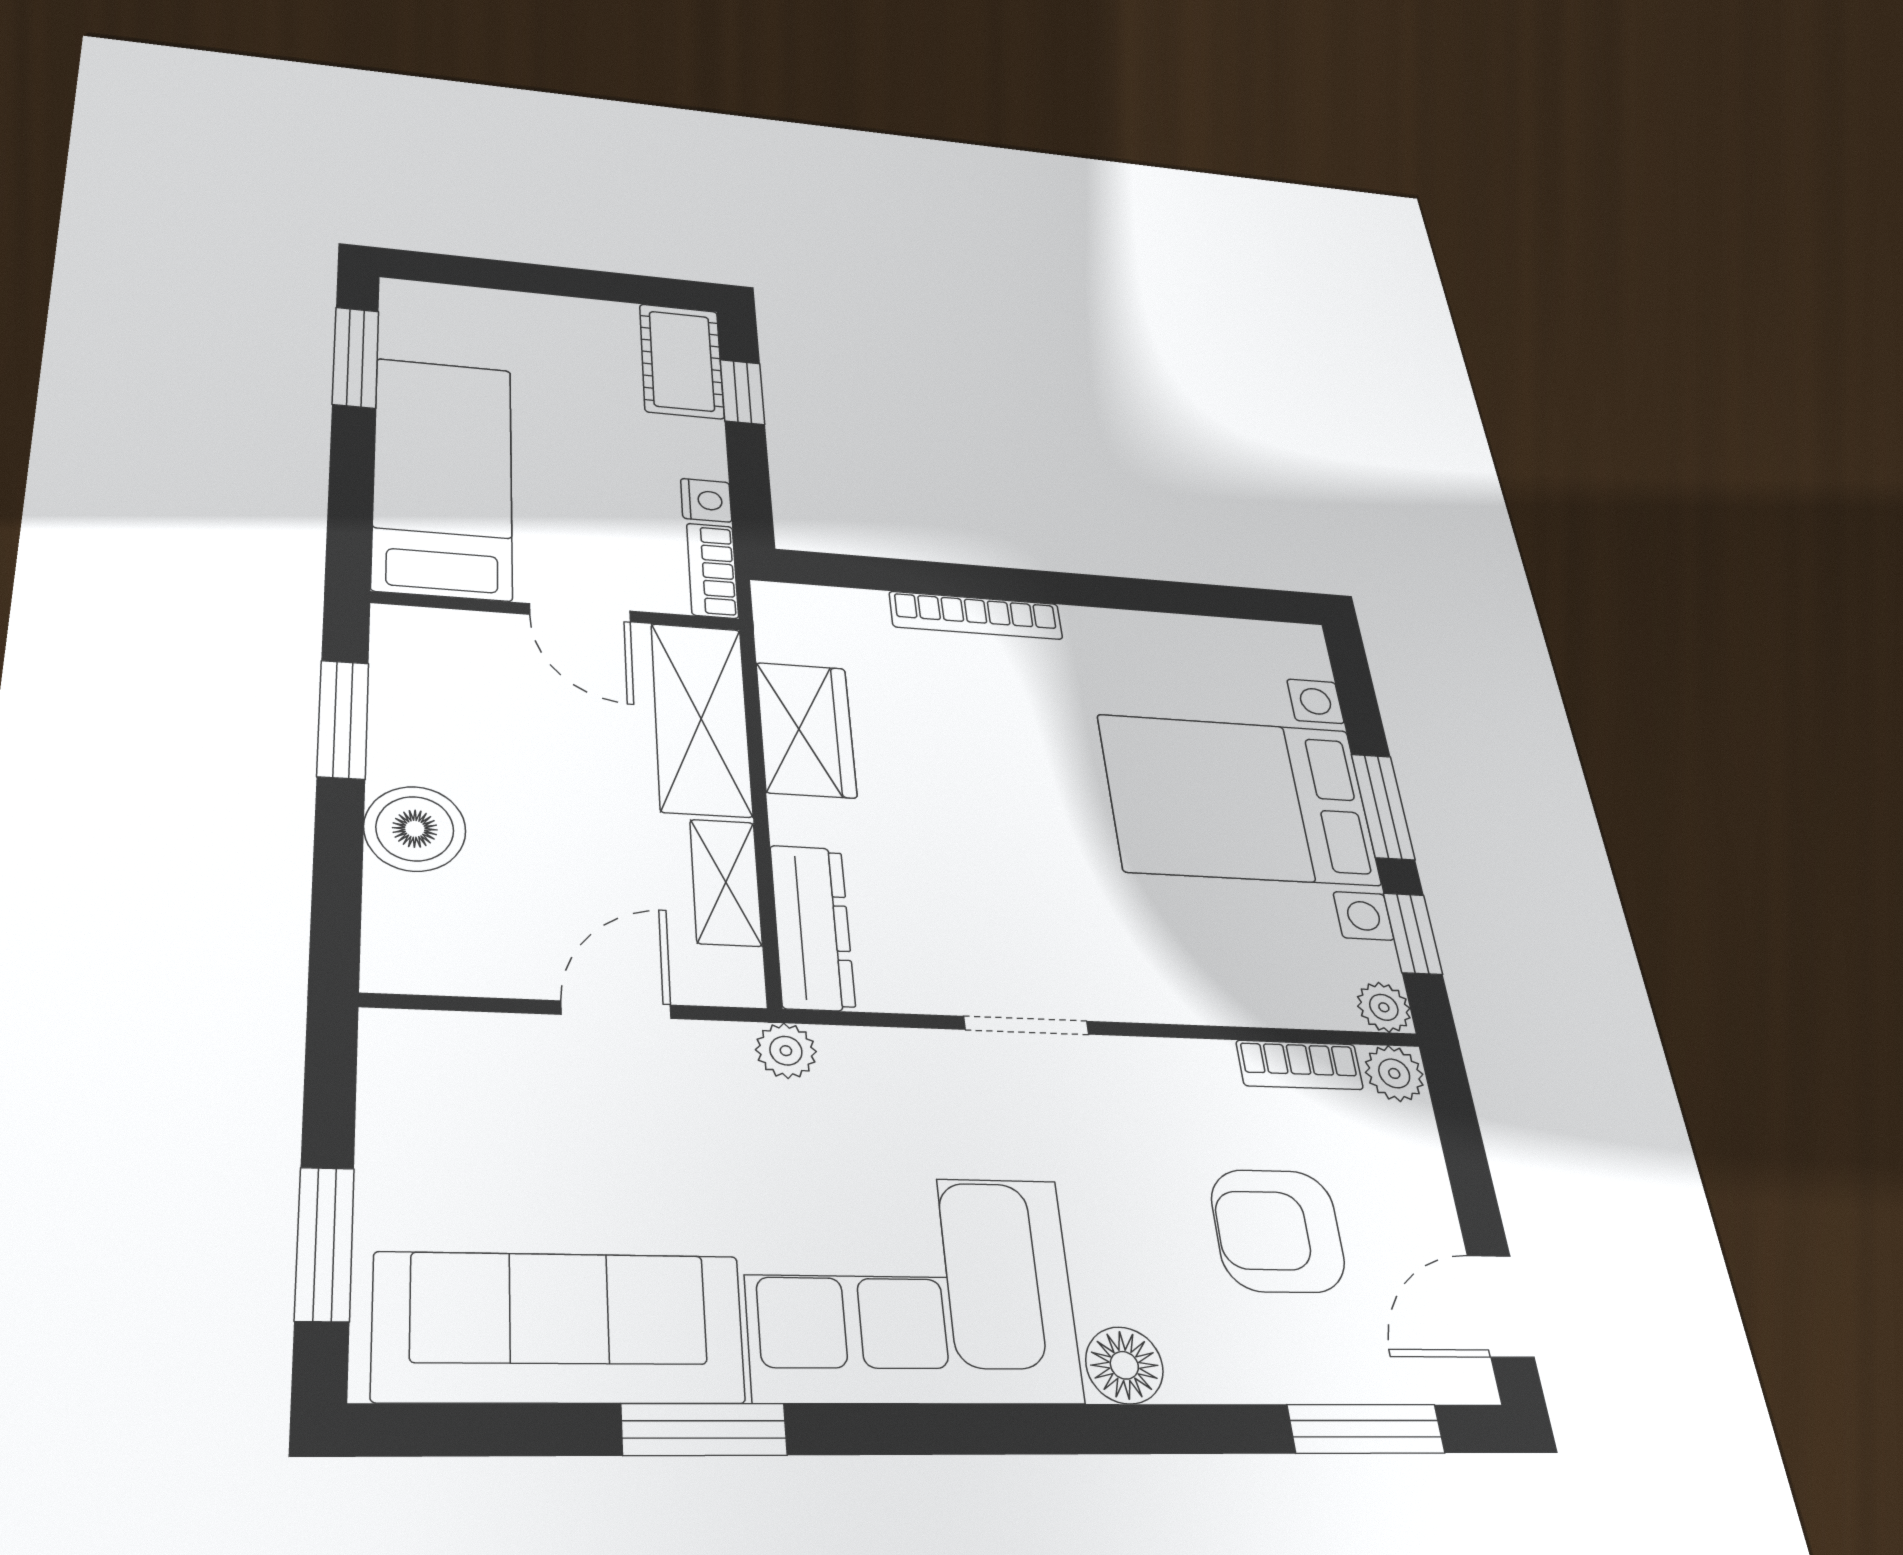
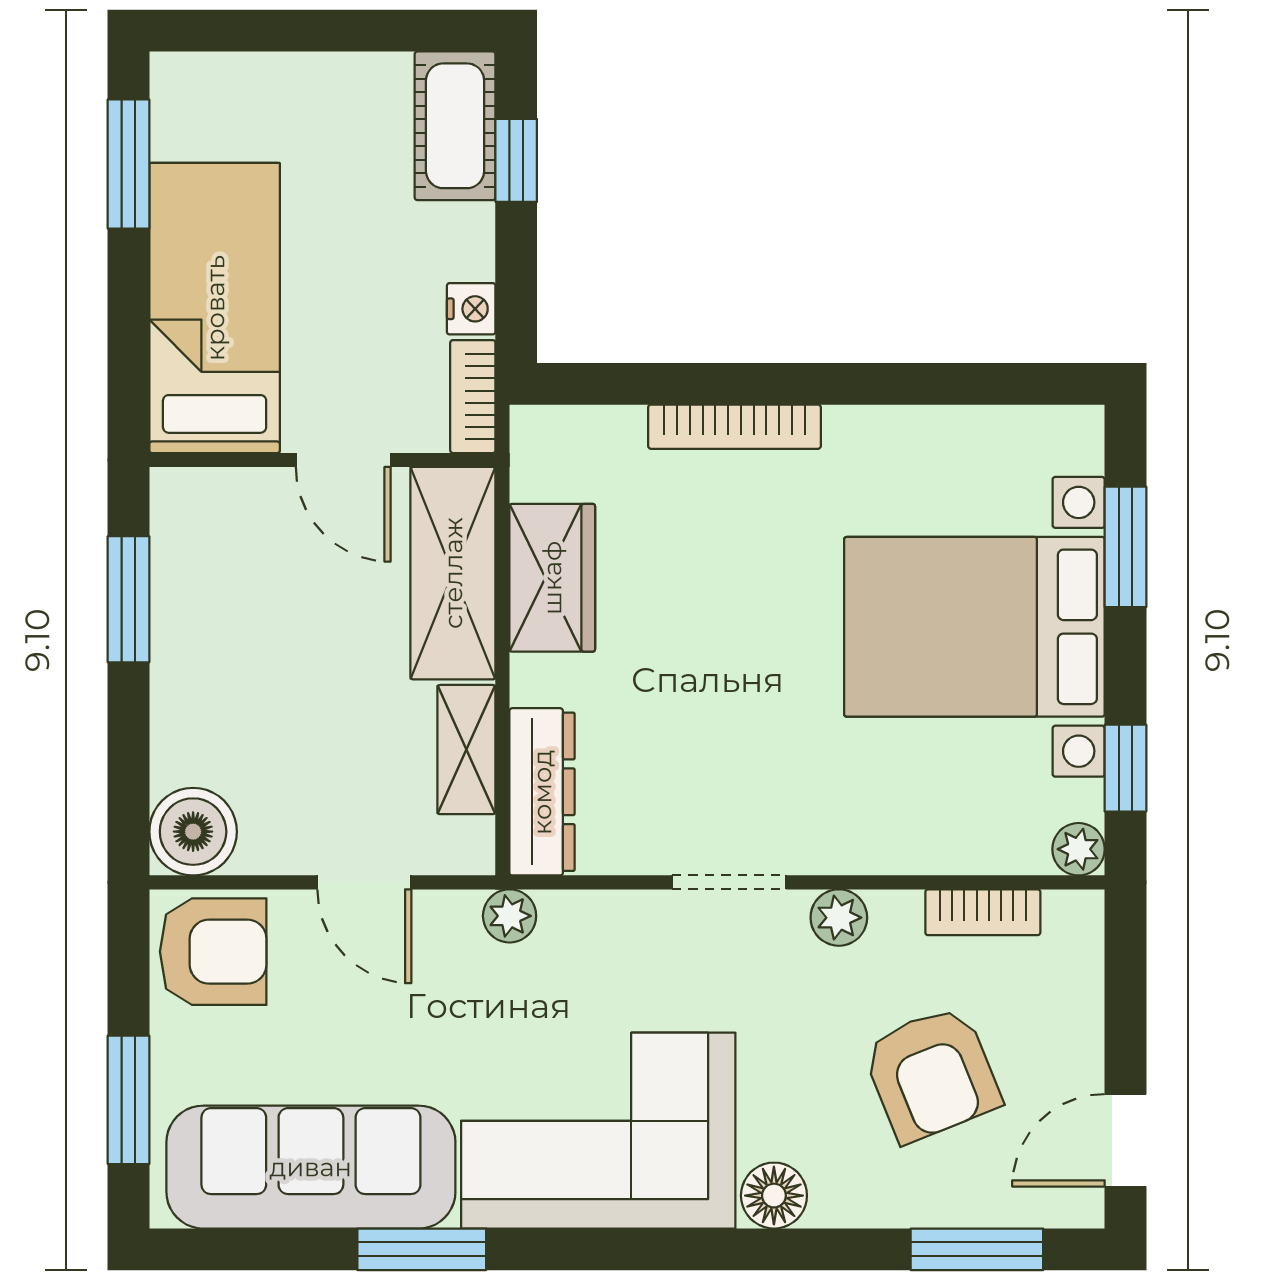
window: (1383, 807) -> (1126, 547), moved
boiler: (415, 829) -> (193, 832), moved
door: (616, 1010) -> (364, 882), swing flipped
plant: (1394, 1073) -> (839, 918), moved
armchair: (436, 1077) -> (213, 952), added
armchair: (1278, 1231) -> (932, 1074), turned -112

